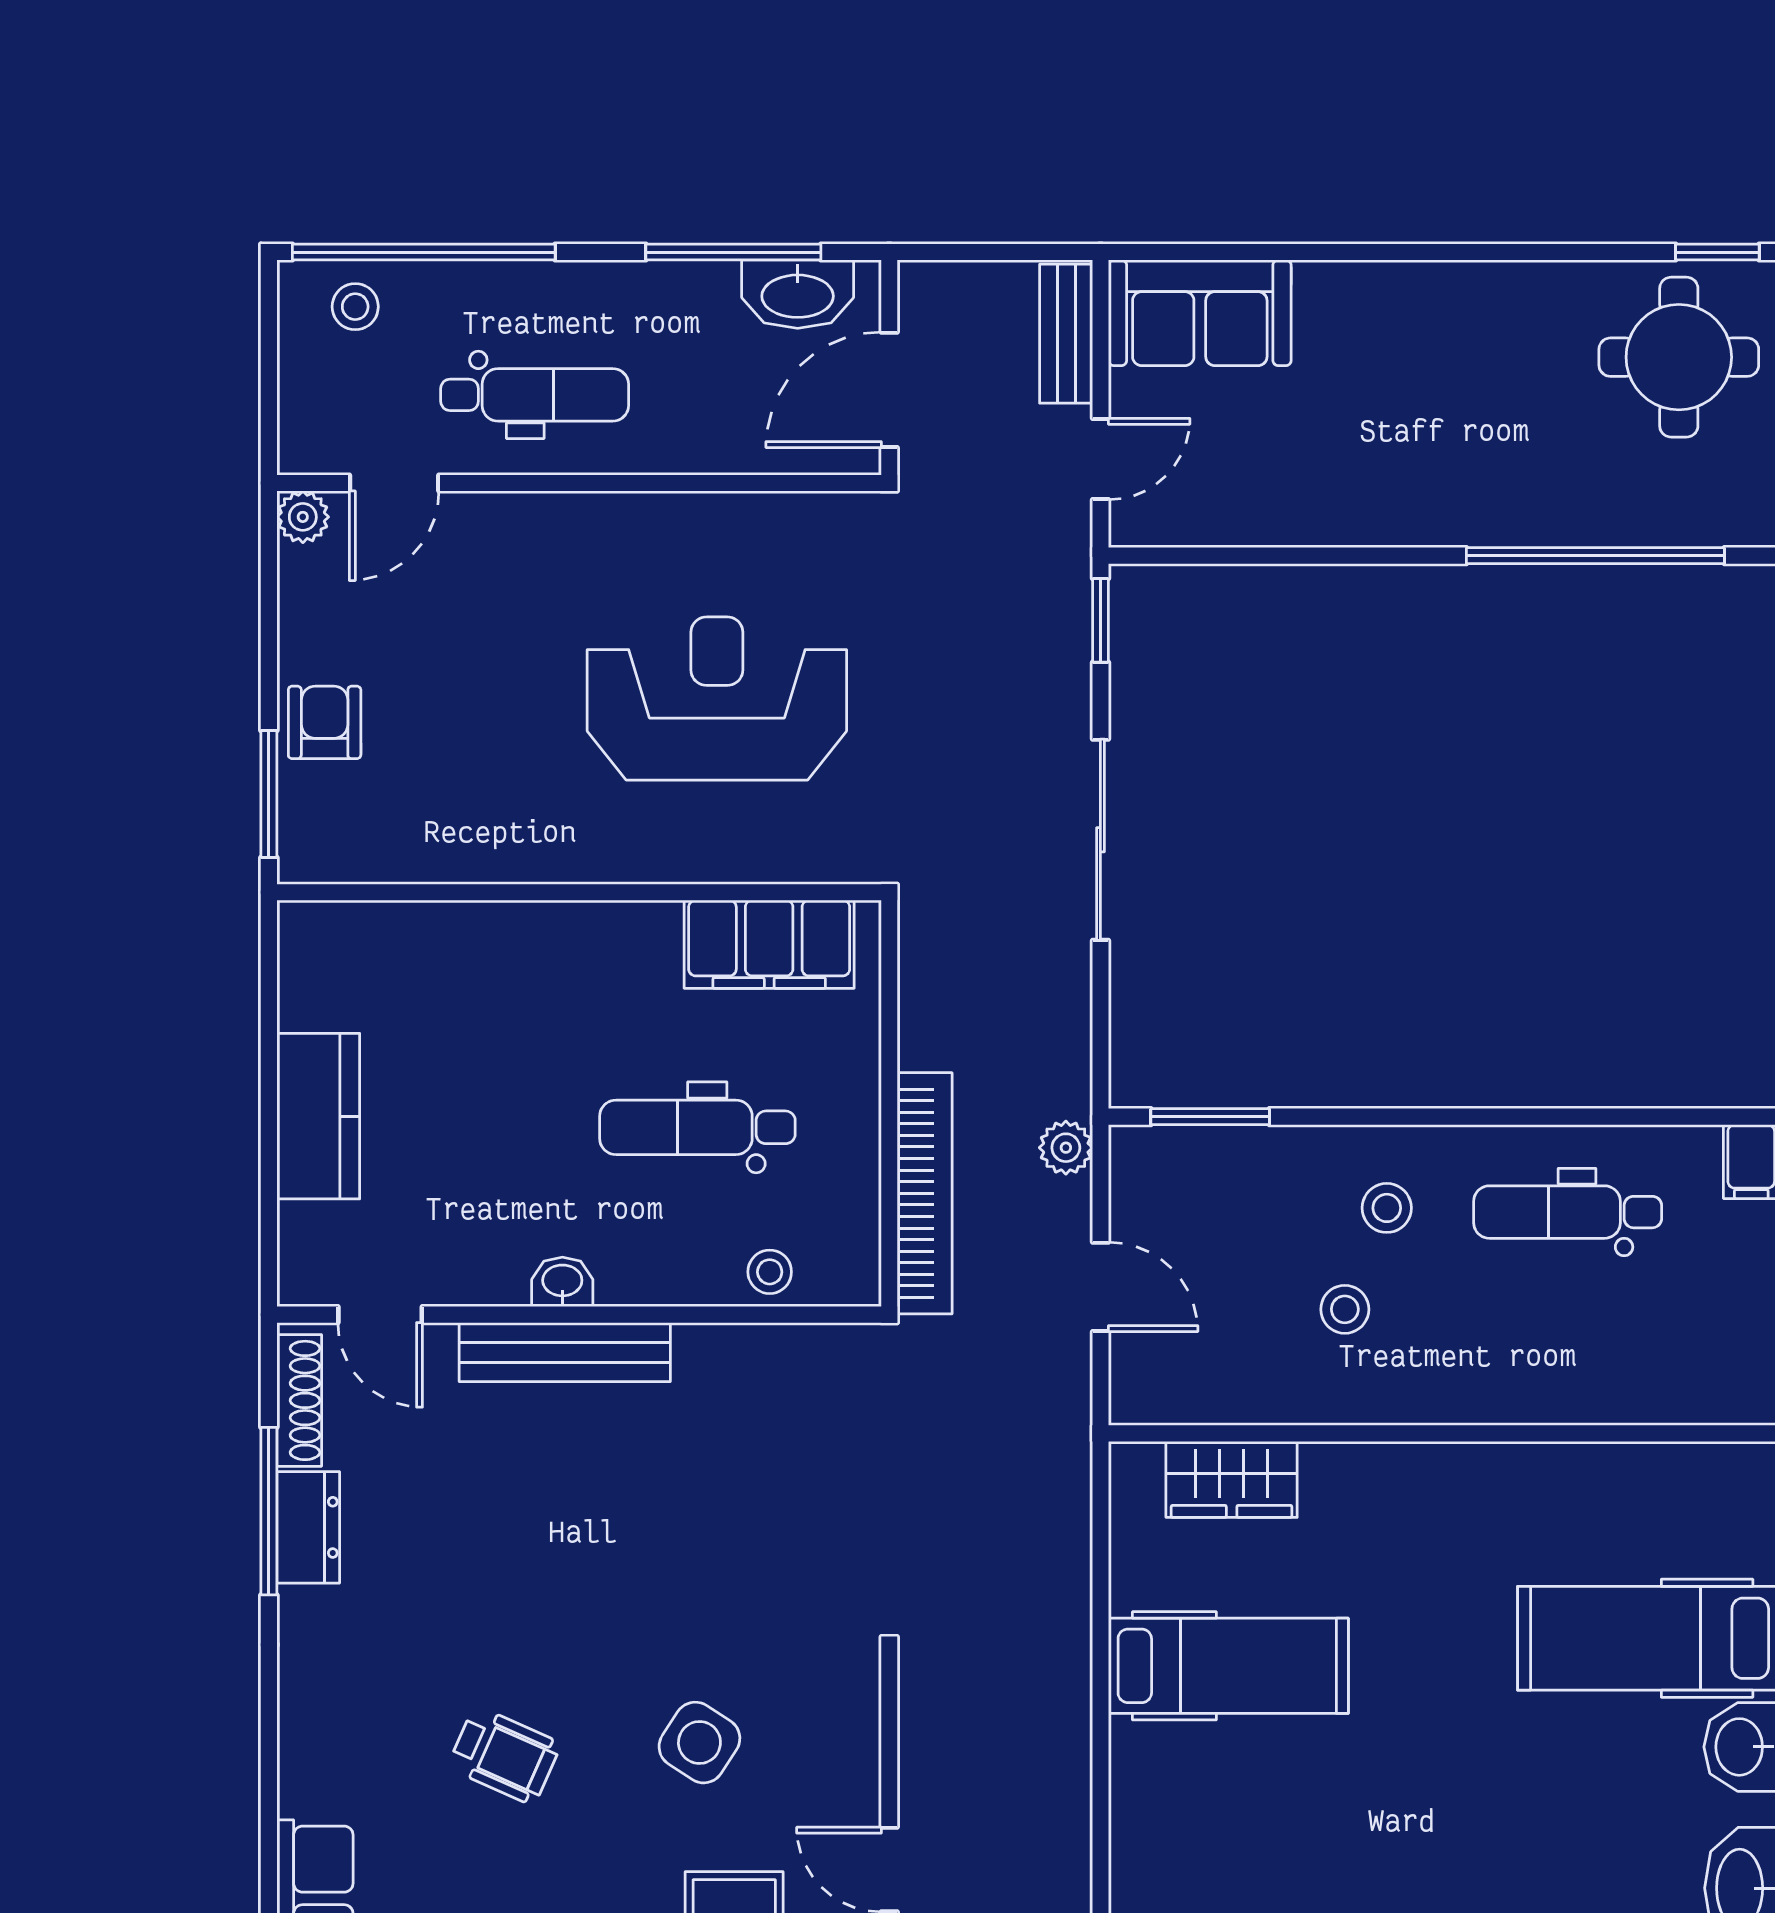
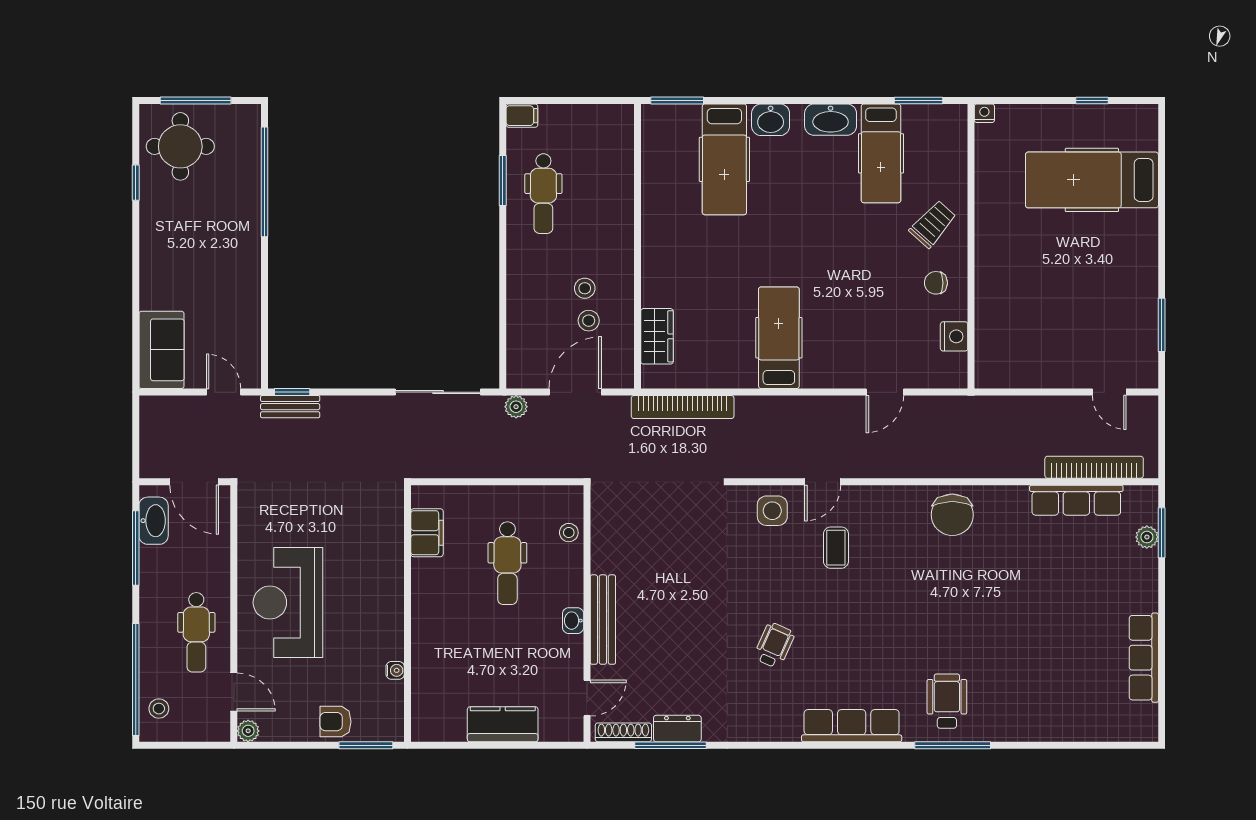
window: (1717, 252) -> (136, 183), moved
bench: (1066, 334) -> (290, 407), moved
dental chair: (535, 395) -> (196, 632), turned 180
reception desk: (717, 698) -> (288, 603), moved
sliding door: (1100, 840) -> (438, 392), moved
water cooler: (445, 863) -> (395, 670), added
filing cabinet: (769, 944) -> (427, 533), width x0.67, depth x0.86
window: (1210, 1117) -> (503, 181), moved
bookcase: (925, 1193) -> (683, 407), moved, turned 180
stool: (1387, 1208) -> (589, 321), moved
door: (1100, 1287) -> (575, 392), width x1.38
hospital bed: (1228, 1666) -> (779, 338), moved
side table: (699, 1743) -> (772, 511), moved, turned -33

